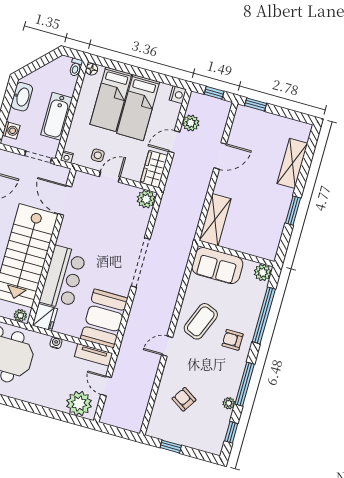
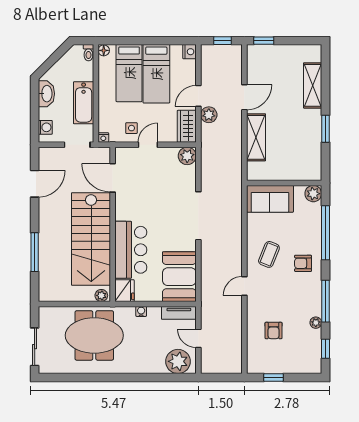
plant: (191, 123) -> (209, 115), moved
shelving: (215, 220) -> (256, 137), moved
coffee table: (201, 321) -> (269, 254), width x0.73, depth x0.77
armchair: (184, 399) -> (274, 331), turned -123

